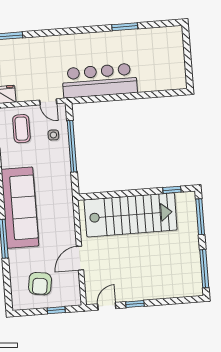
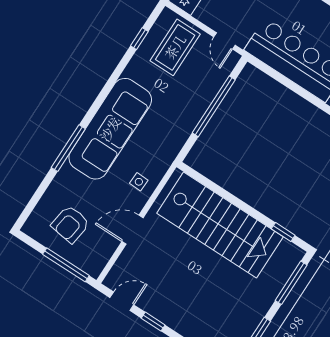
coffee table: (21, 129) -> (175, 47), width x1.36, depth x1.32
side table: (53, 135) -> (139, 182), moved
window: (56, 310) -> (66, 265), width x2.17

